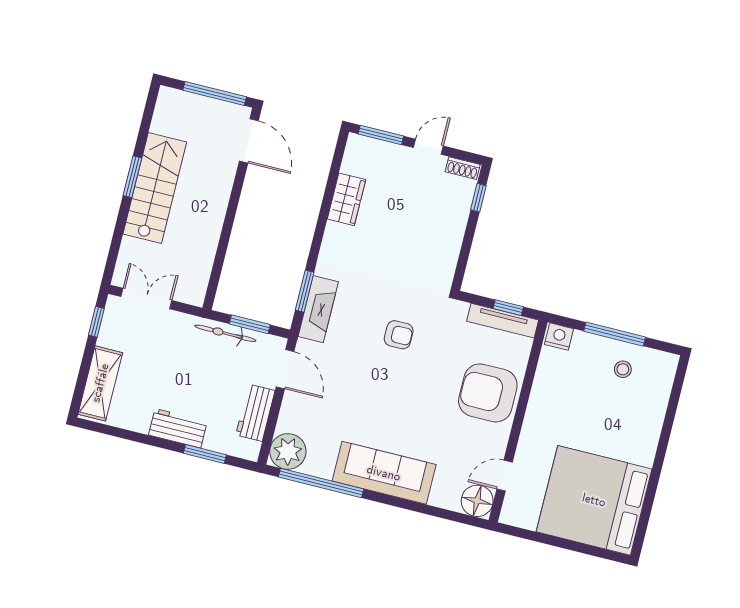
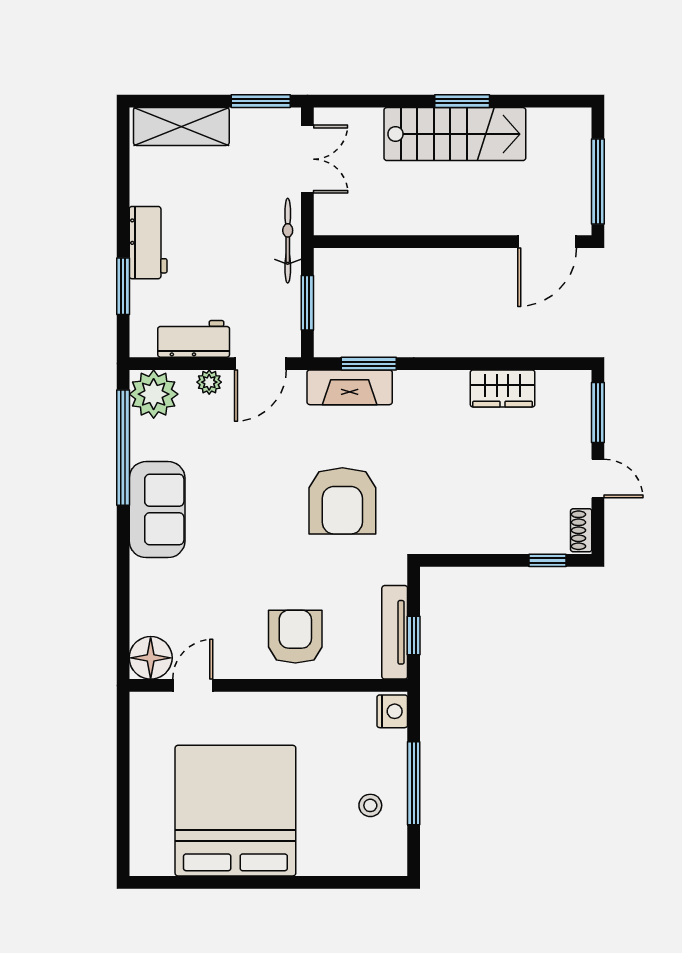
window: (96, 322) -> (261, 101), width x1.50
bicycle: (225, 333) -> (288, 241), moved
armchair: (399, 335) -> (342, 501), width x1.88, depth x1.88
armchair: (488, 393) -> (295, 637), width x0.73, depth x0.73
plant: (289, 409) -> (209, 382), added
sofa: (384, 473) -> (157, 510), width x0.73
door: (505, 476) -> (193, 685), hinge flipped
bed: (594, 500) -> (235, 811), moved

